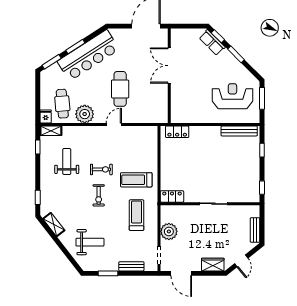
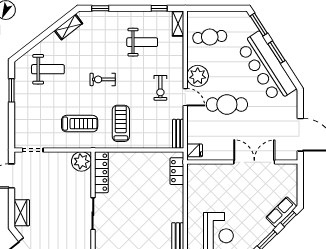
plant: (85, 114) -> (198, 76), moved
fridge: (46, 117) -> (195, 150), moved
exercise bike: (101, 169) -> (160, 88), moved
locker: (172, 196) -> (101, 172), width x1.53
plant: (169, 231) -> (81, 161), moved
weight bench: (90, 242) -> (48, 69), turned -90
bench: (131, 266) -> (178, 134), moved

